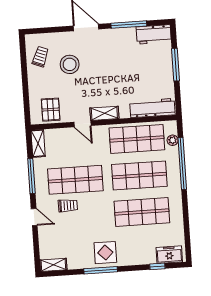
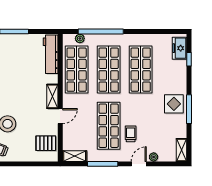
plant: (43, 233) -> (154, 157), added

